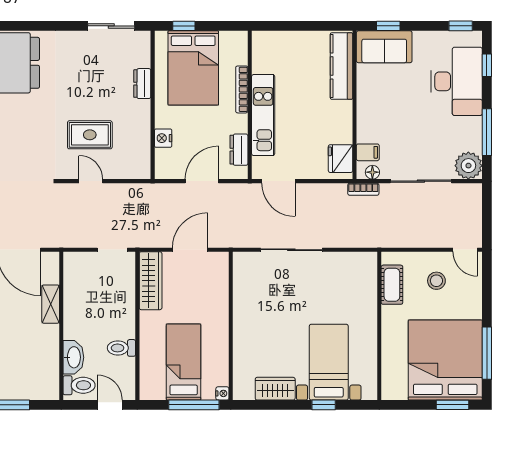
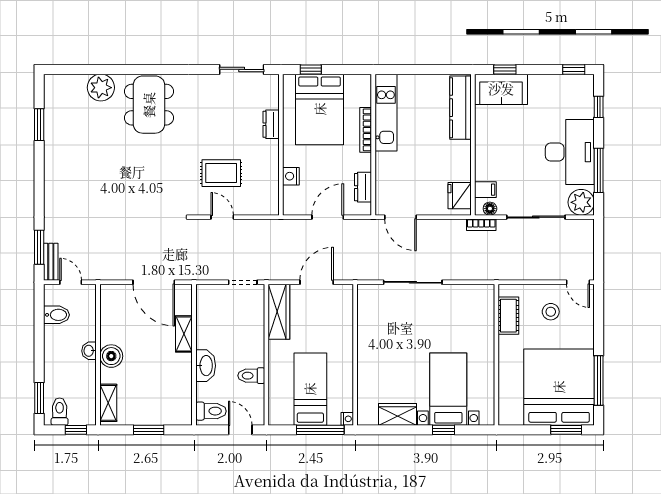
desk: (457, 81) -> (570, 152), moved
kitchen unit: (263, 115) -> (386, 113), moved
washbasin: (73, 357) -> (206, 366), moved

